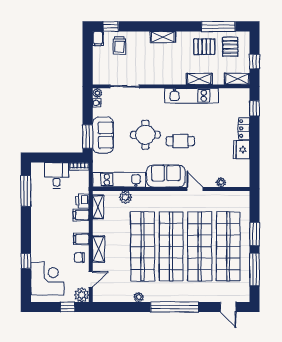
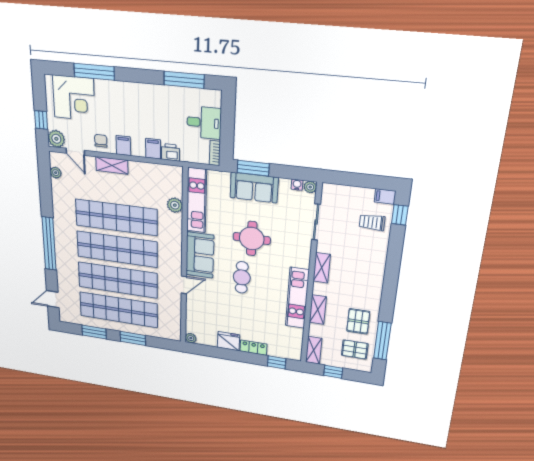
shelving: (163, 37) -> (322, 268), moved
plant: (221, 182) -> (191, 338), moved
shelving: (98, 207) -> (163, 171), removed
window: (26, 261) -> (94, 72), width x2.17
window: (254, 270) -> (94, 332), width x0.69
plant: (139, 297) -> (56, 173), moved

